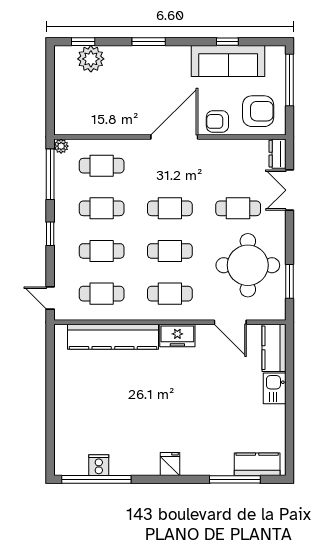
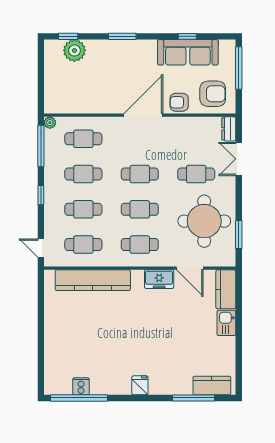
freezer: (177, 335) -> (159, 279), moved

